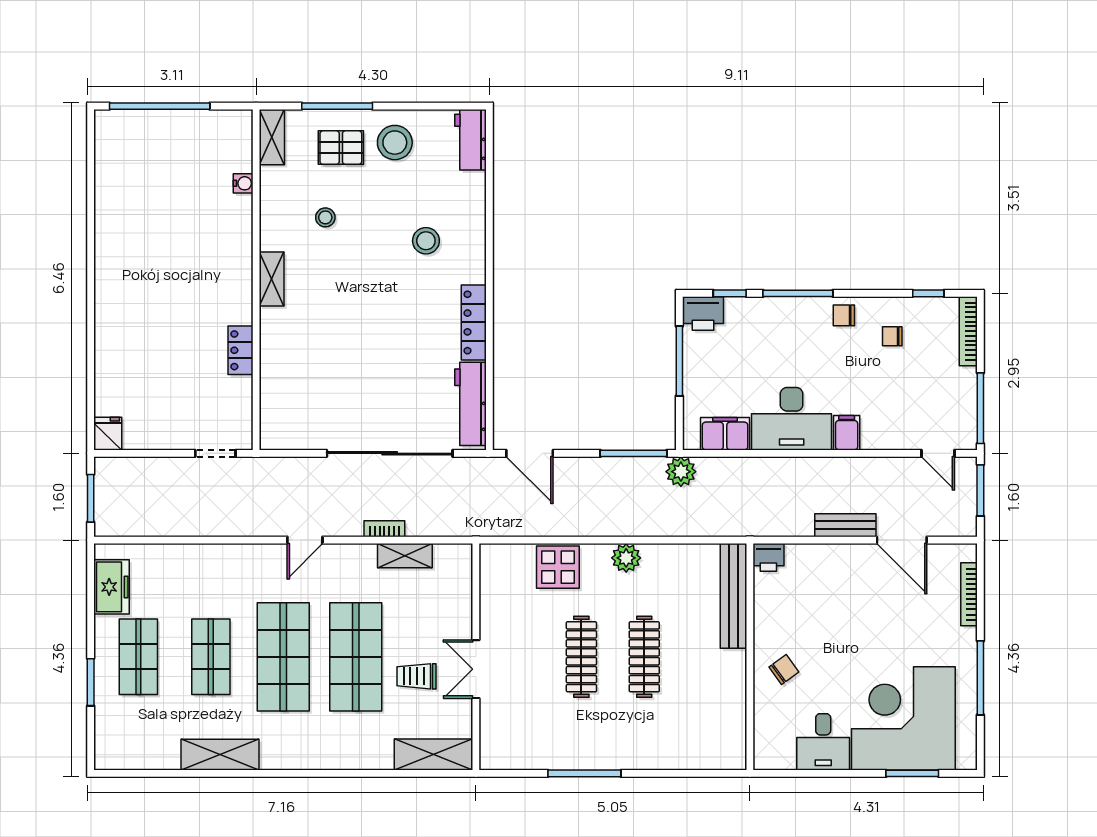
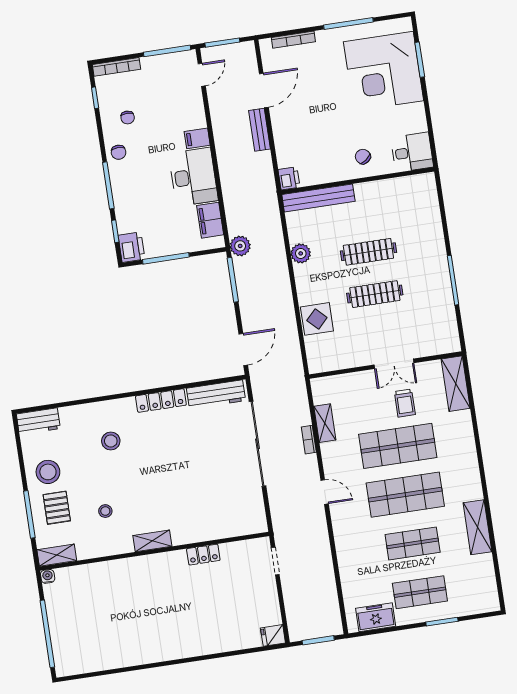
water cooler: (243, 183) -> (48, 576), moved
plant: (626, 558) -> (301, 253), moved
desk: (823, 742) -> (412, 152), moved

